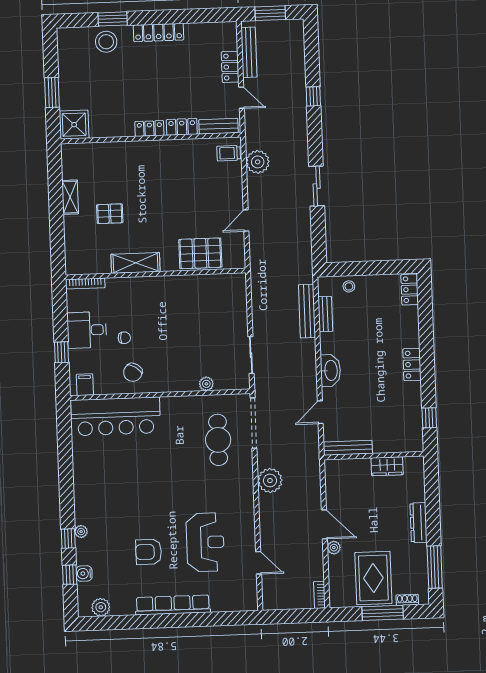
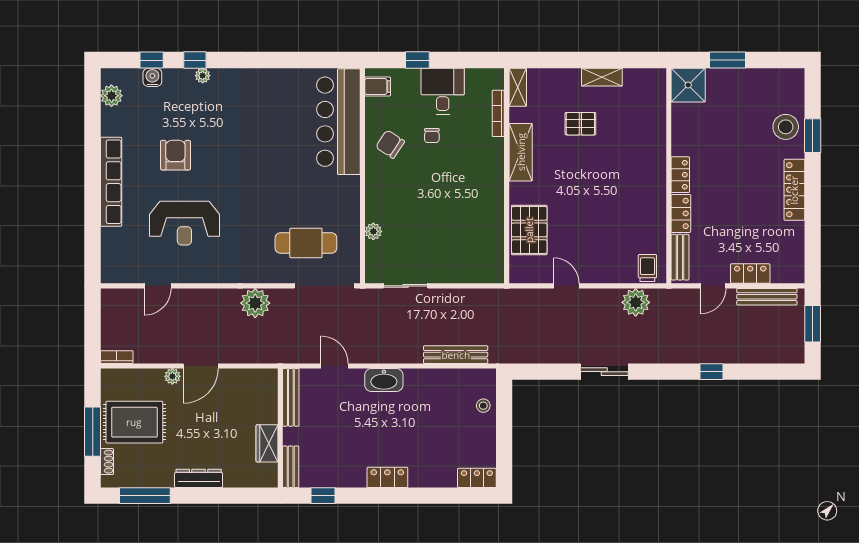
pallet: (110, 214) -> (580, 124), turned 90
shelving: (81, 267) -> (518, 87), added
bookcase: (85, 284) -> (498, 113), moved
bench: (325, 314) -> (291, 467), moved, turned 90

